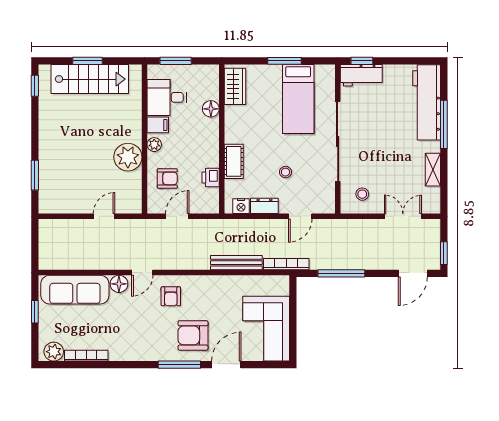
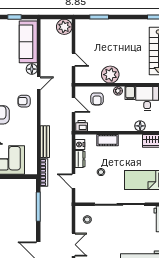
printer: (211, 178) -> (82, 126), moved
plant: (51, 231) -> (64, 27), added
door: (142, 273) -> (39, 83), swing flipped

